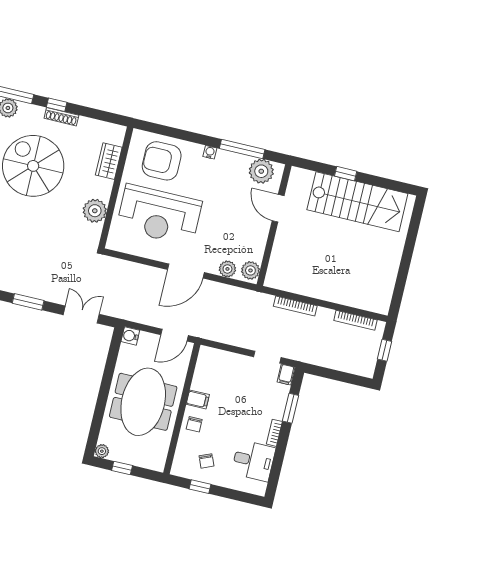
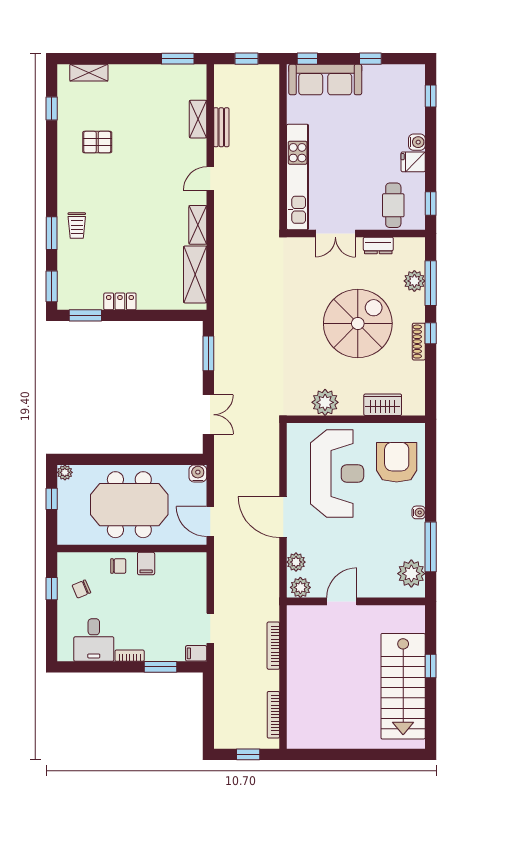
door: (278, 208) -> (342, 601), moved
reception desk: (159, 215) -> (337, 473), turned 180
chair: (194, 424) -> (118, 566), turned 180

